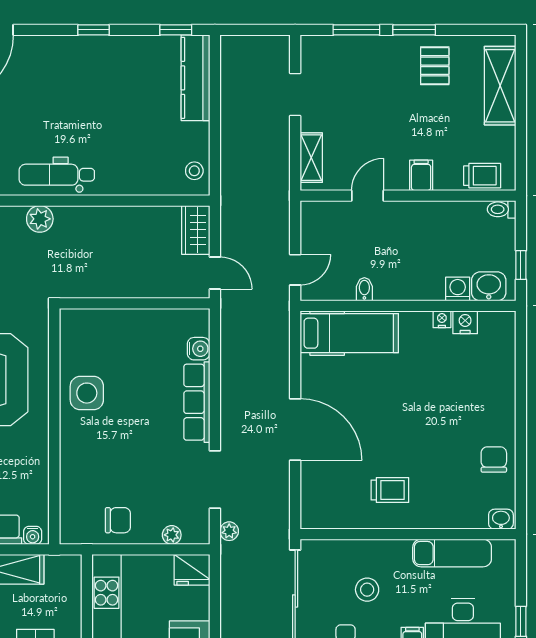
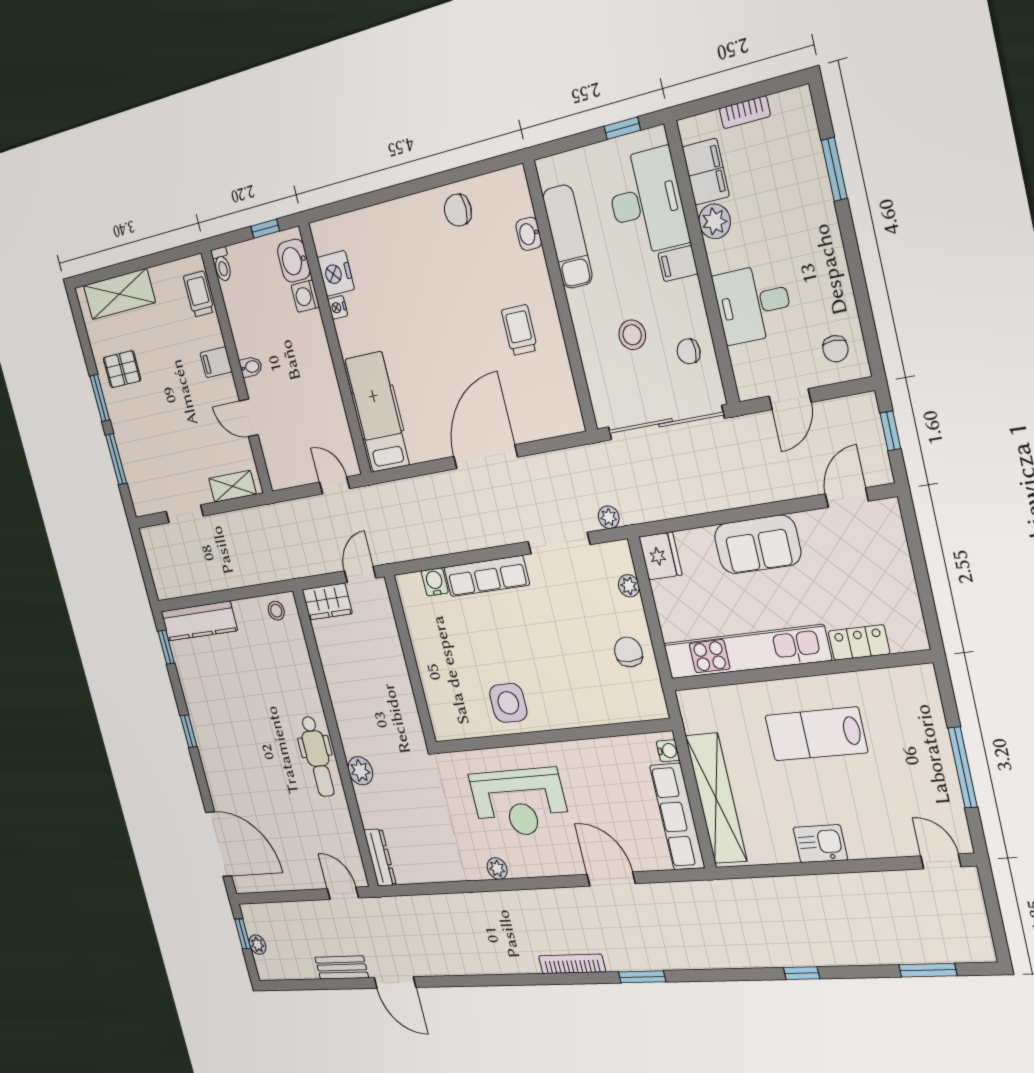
bidet: (364, 289) -> (251, 367), moved, turned 180
nightstand: (465, 322) -> (336, 274), width x1.36, depth x1.33
washbasin: (501, 519) -> (529, 234), moved

